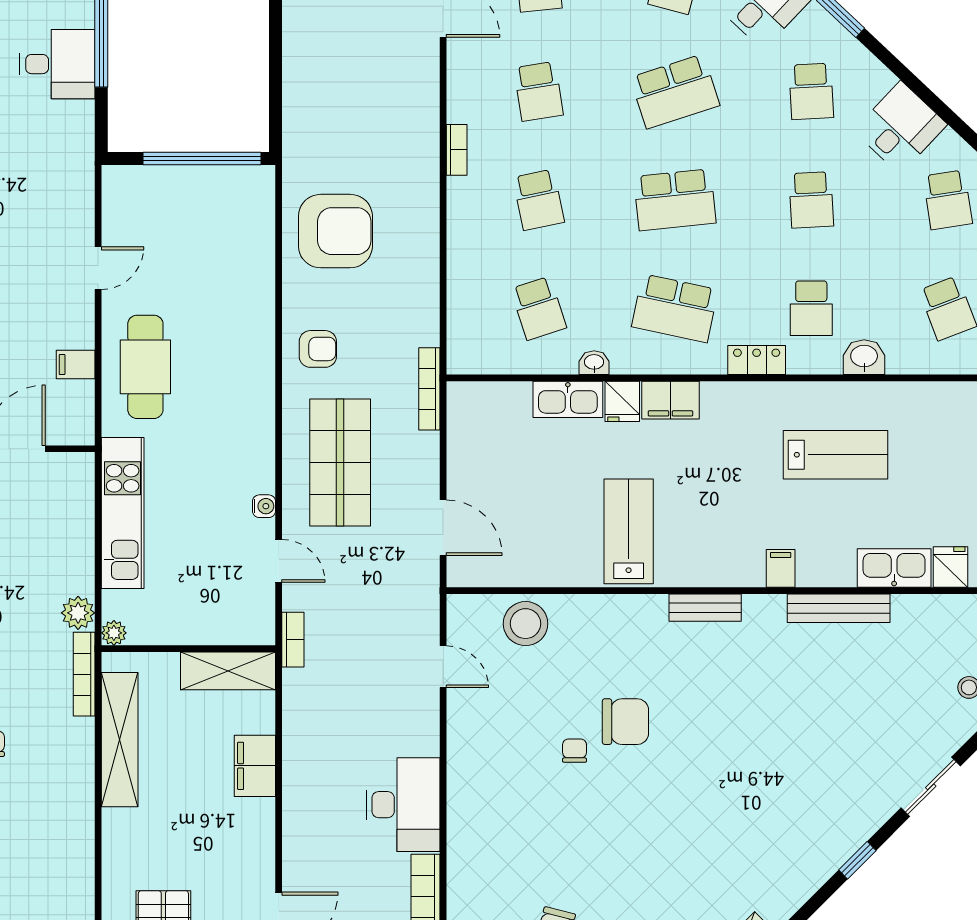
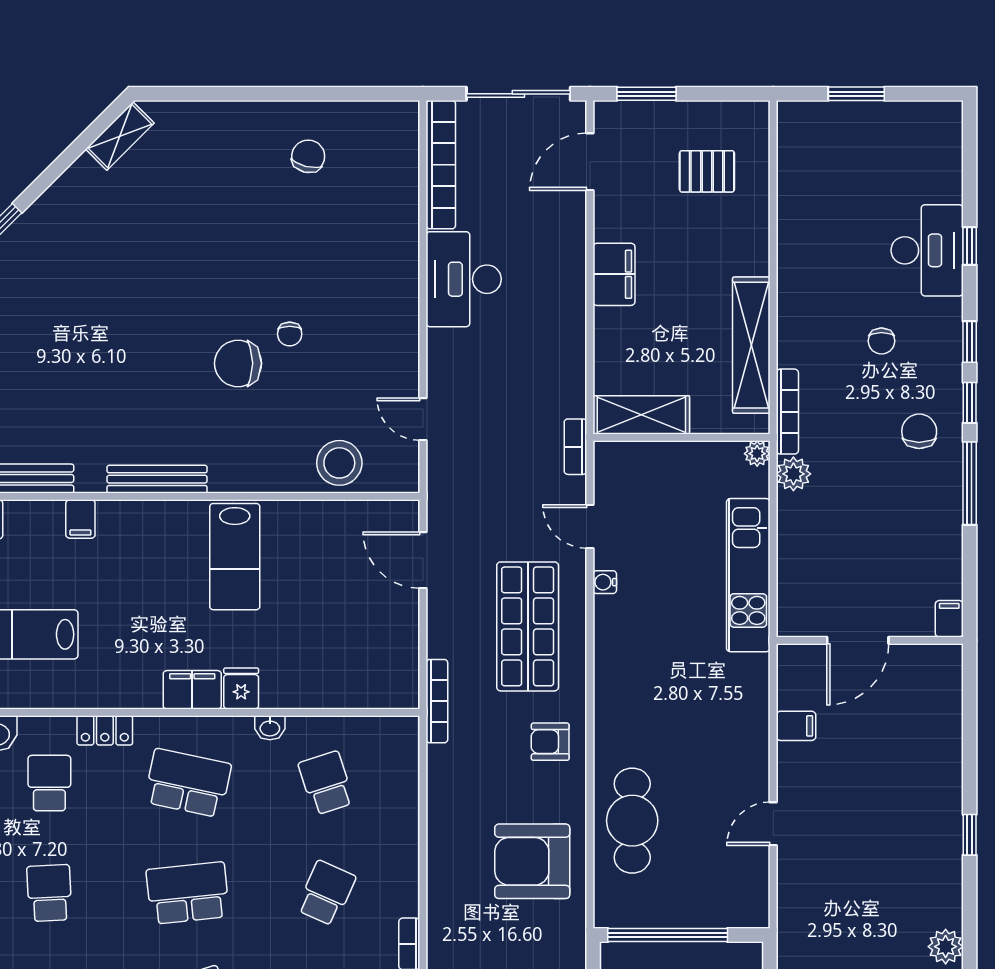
school desk: (538, 200) -> (326, 893), turned 36
cafe table: (145, 367) -> (632, 821), moved
kitchen sink: (568, 399) -> (296, 691), removed
bench: (705, 608) -> (157, 479), width x1.36
filing cabinet: (255, 766) -> (614, 274), moved

